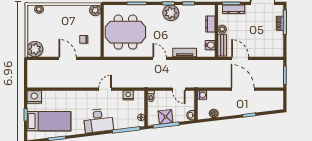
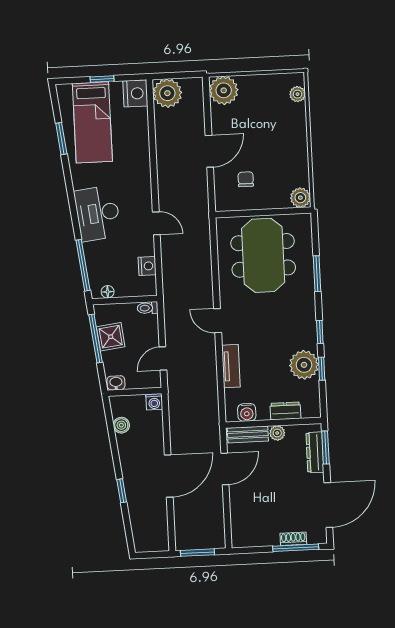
plant: (171, 13) -> (304, 365), moved
door: (160, 58) -> (218, 321), swing flipped
plant: (35, 80) -> (167, 93), added

